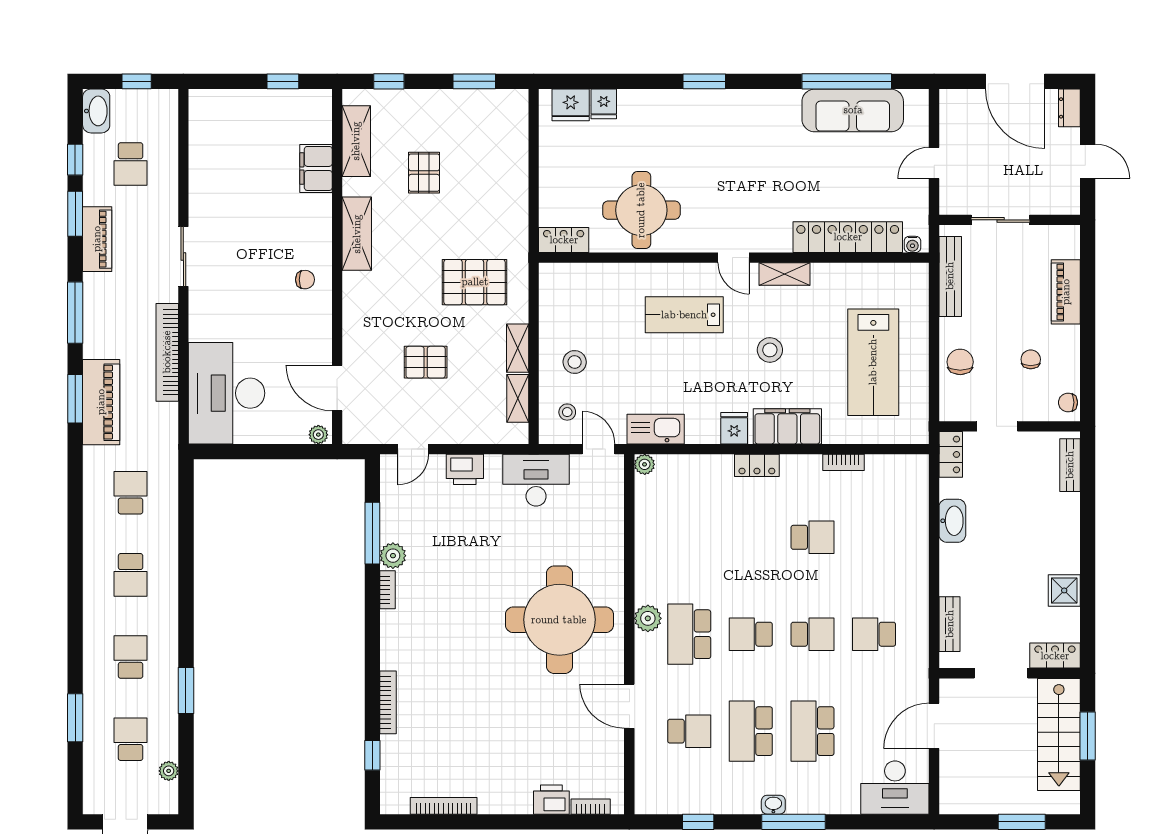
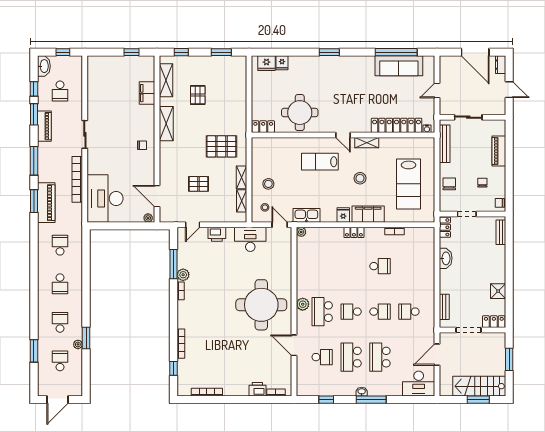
stairs: (1059, 735) -> (479, 386), moved, turned 90
plant: (169, 771) -> (78, 344), moved

